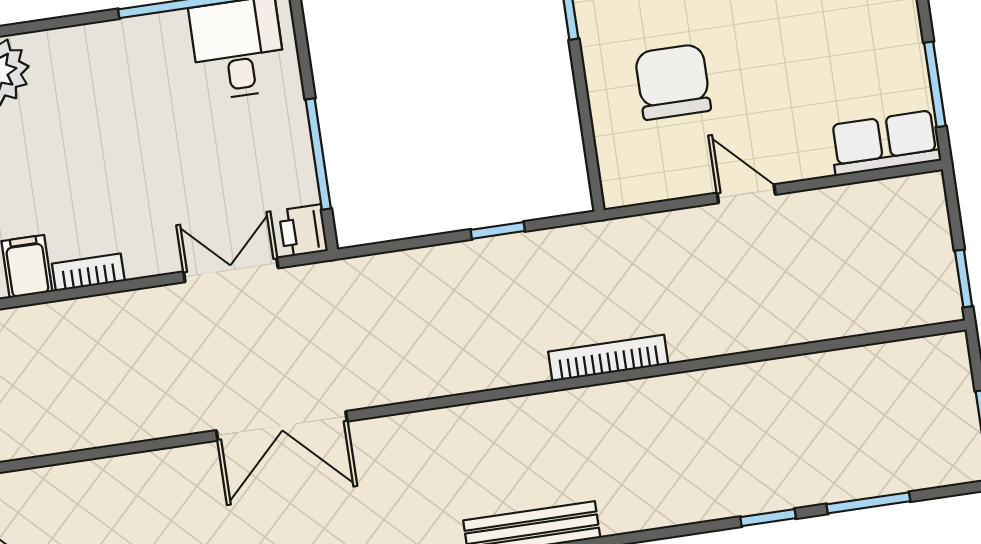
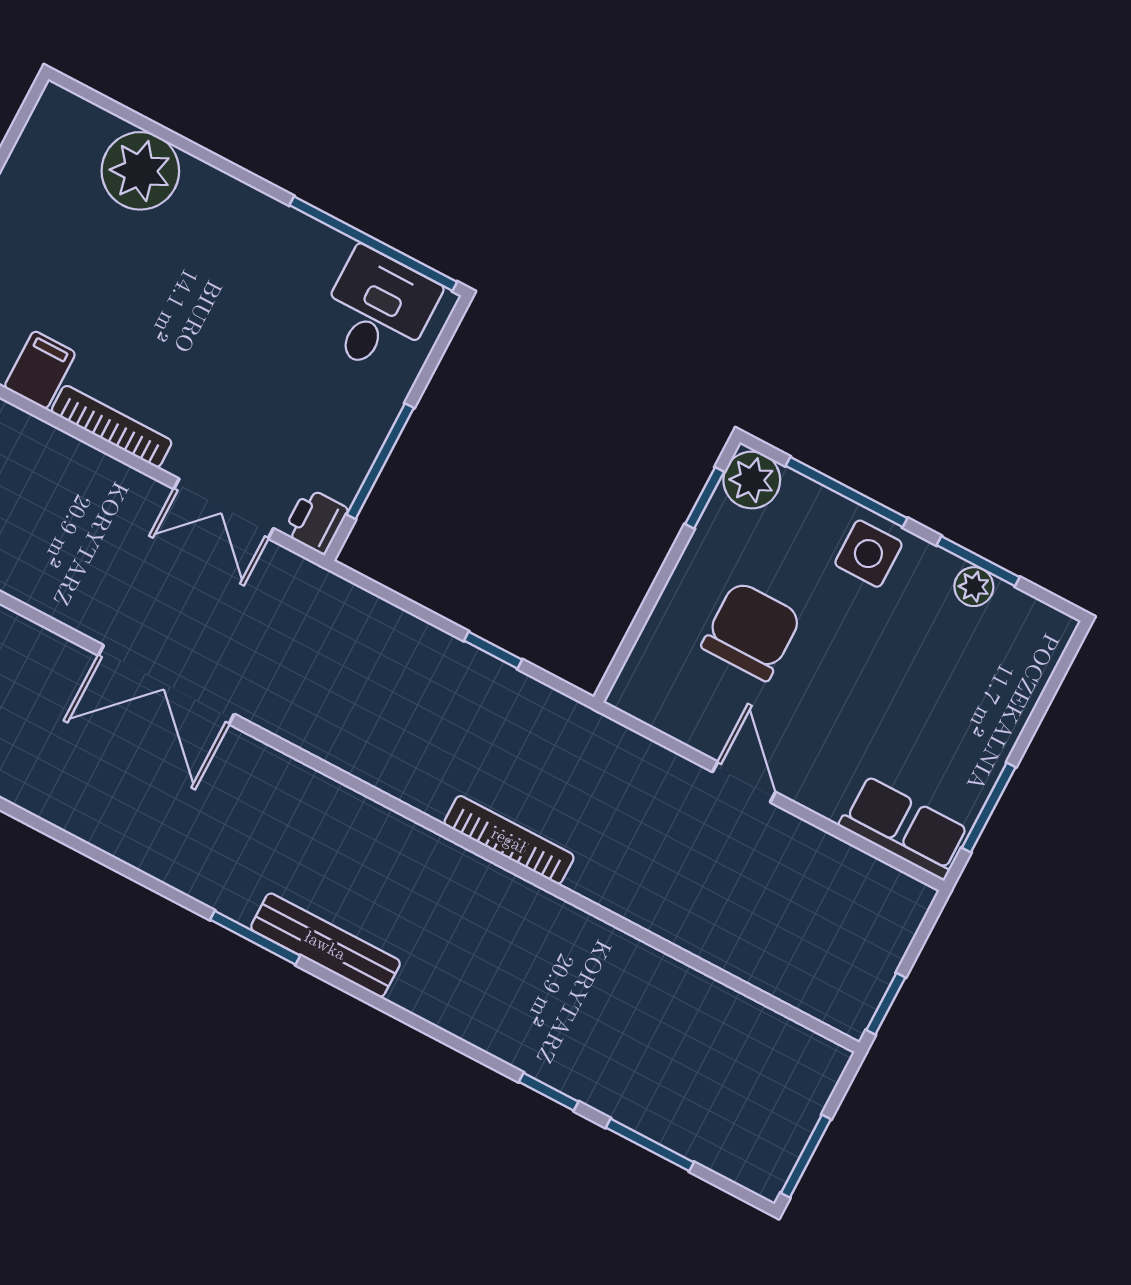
double door: (231, 270) -> (224, 509), swing flipped
bookcase: (88, 272) -> (112, 426), width x1.56

